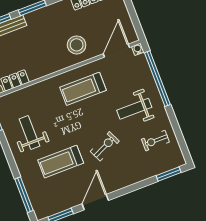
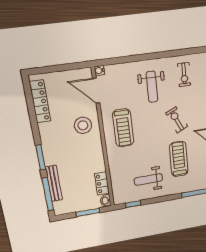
window: (157, 79) -> (131, 59), removed
treadmill: (61, 162) -> (179, 159), turned 180

